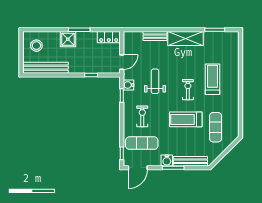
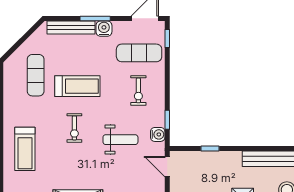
door: (122, 62) -> (167, 167), hinge flipped
treadmill: (212, 79) -> (25, 149), moved
weight bench: (155, 81) -> (120, 140), turned -90

